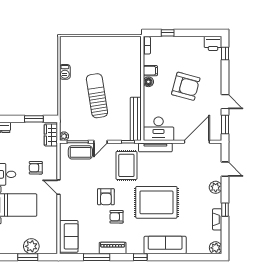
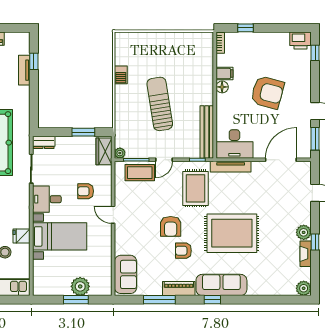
plant: (216, 187) -> (304, 232), moved
sofa: (165, 245) -> (221, 285), moved

